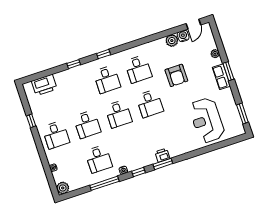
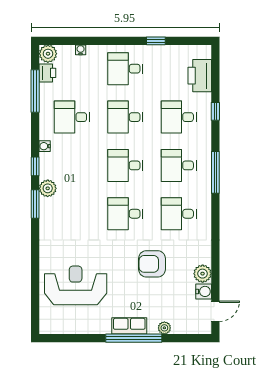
door: (193, 24) -> (215, 311), swing flipped
window: (104, 54) -> (215, 172), width x2.17
window: (74, 64) -> (215, 111), moved
window: (228, 71) -> (134, 338), width x2.11
desk: (76, 90) -> (179, 117), added
window: (242, 113) -> (68, 338), removed
printer: (162, 155) -> (47, 73), moved
plant: (150, 159) -> (48, 188), added
window: (104, 183) -> (35, 91), moved

